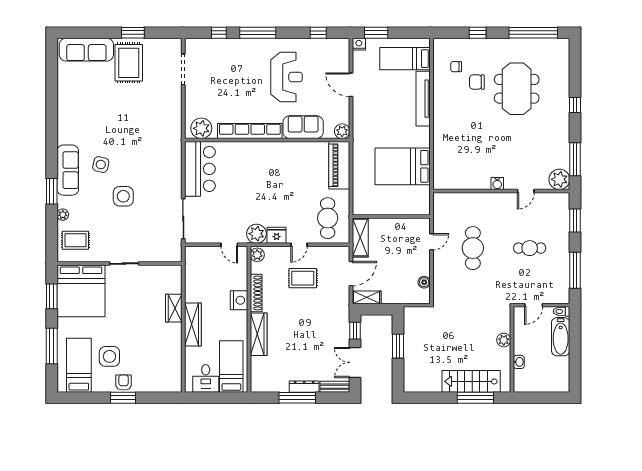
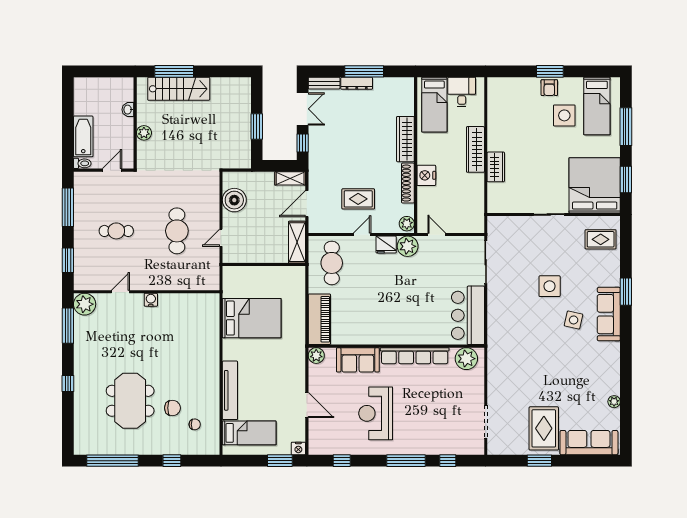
plant: (63, 215) -> (614, 402), moved
boiler: (424, 282) -> (234, 200), width x1.86, depth x1.86

